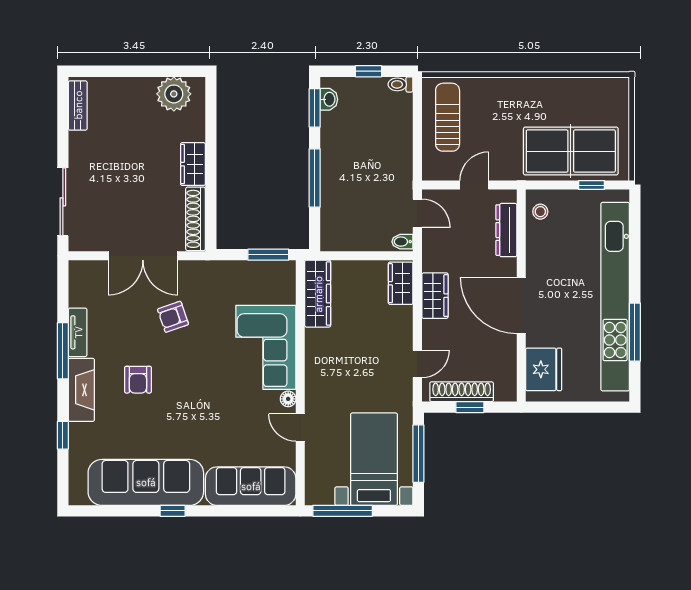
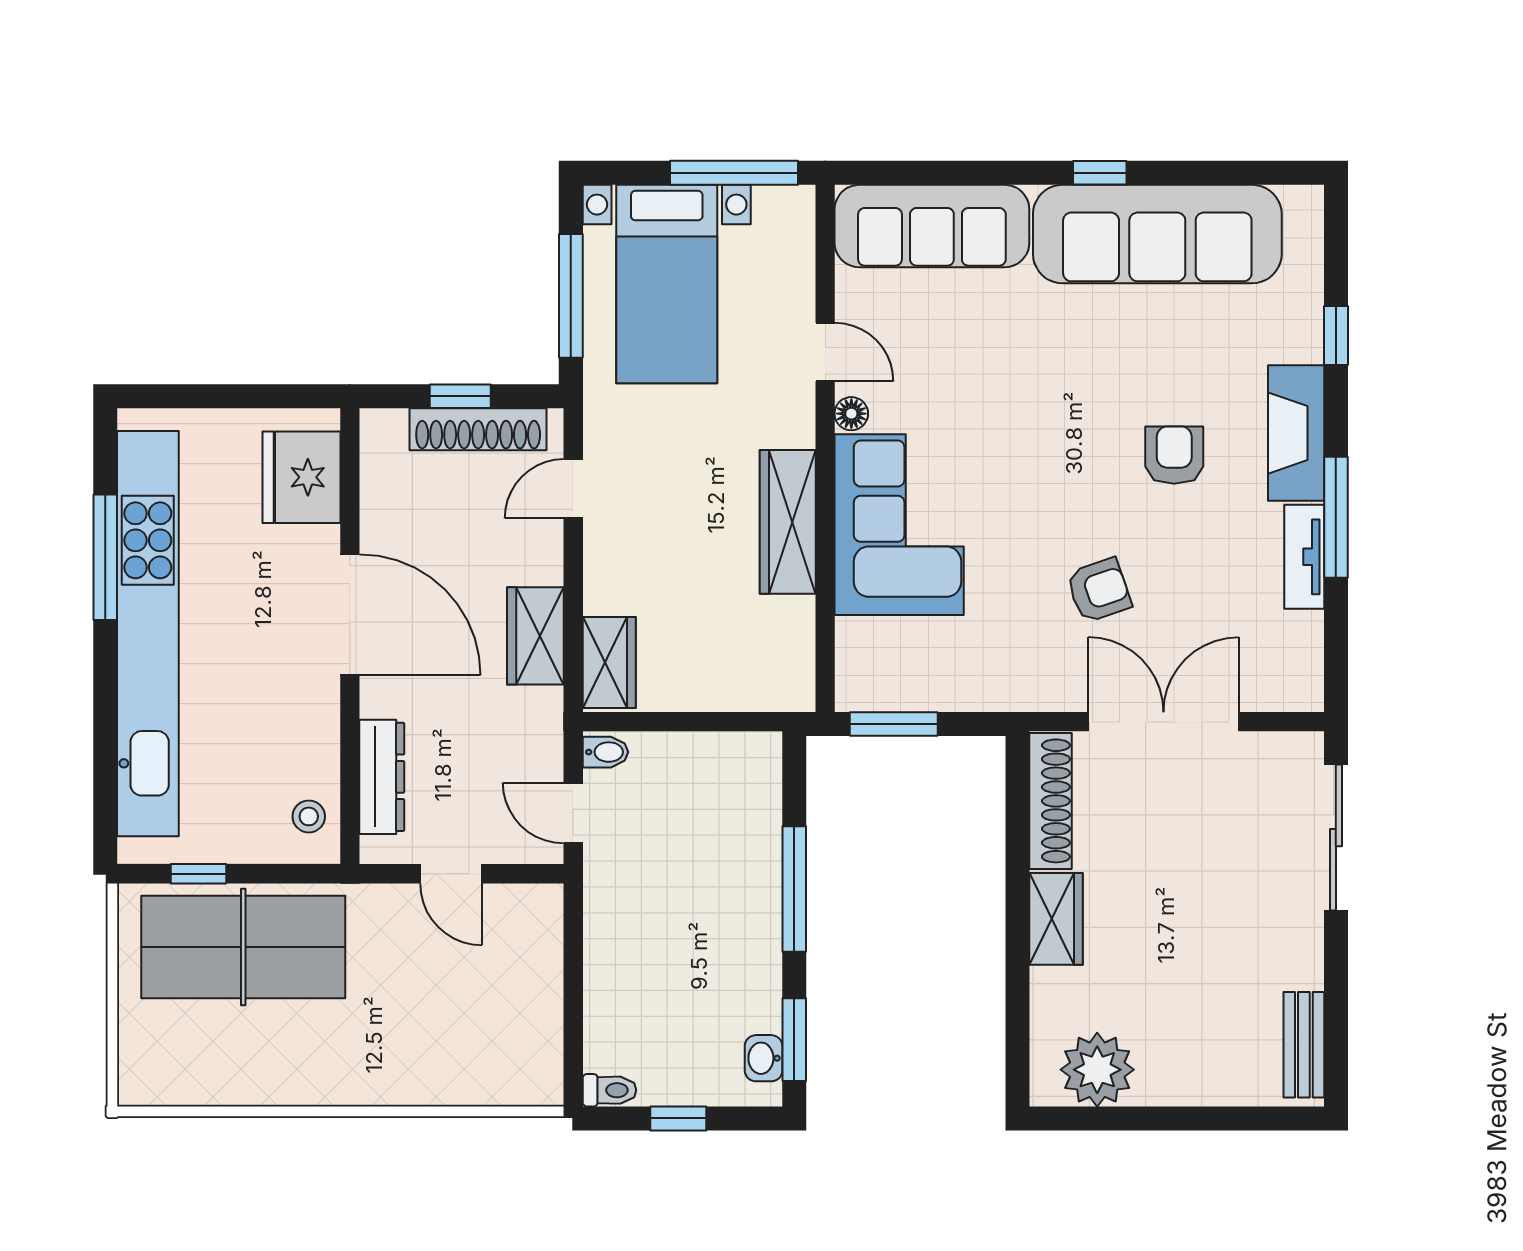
sun lounger: (448, 117) -> (508, 1020), removed
door: (474, 185) -> (451, 874), hinge flipped
wardrobe: (318, 294) -> (788, 522), moved

